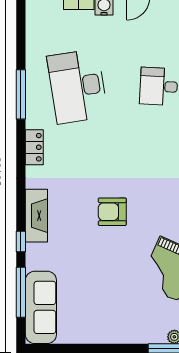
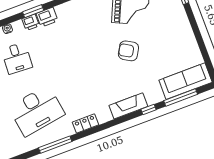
armchair: (112, 212) -> (128, 51), moved, turned 120

